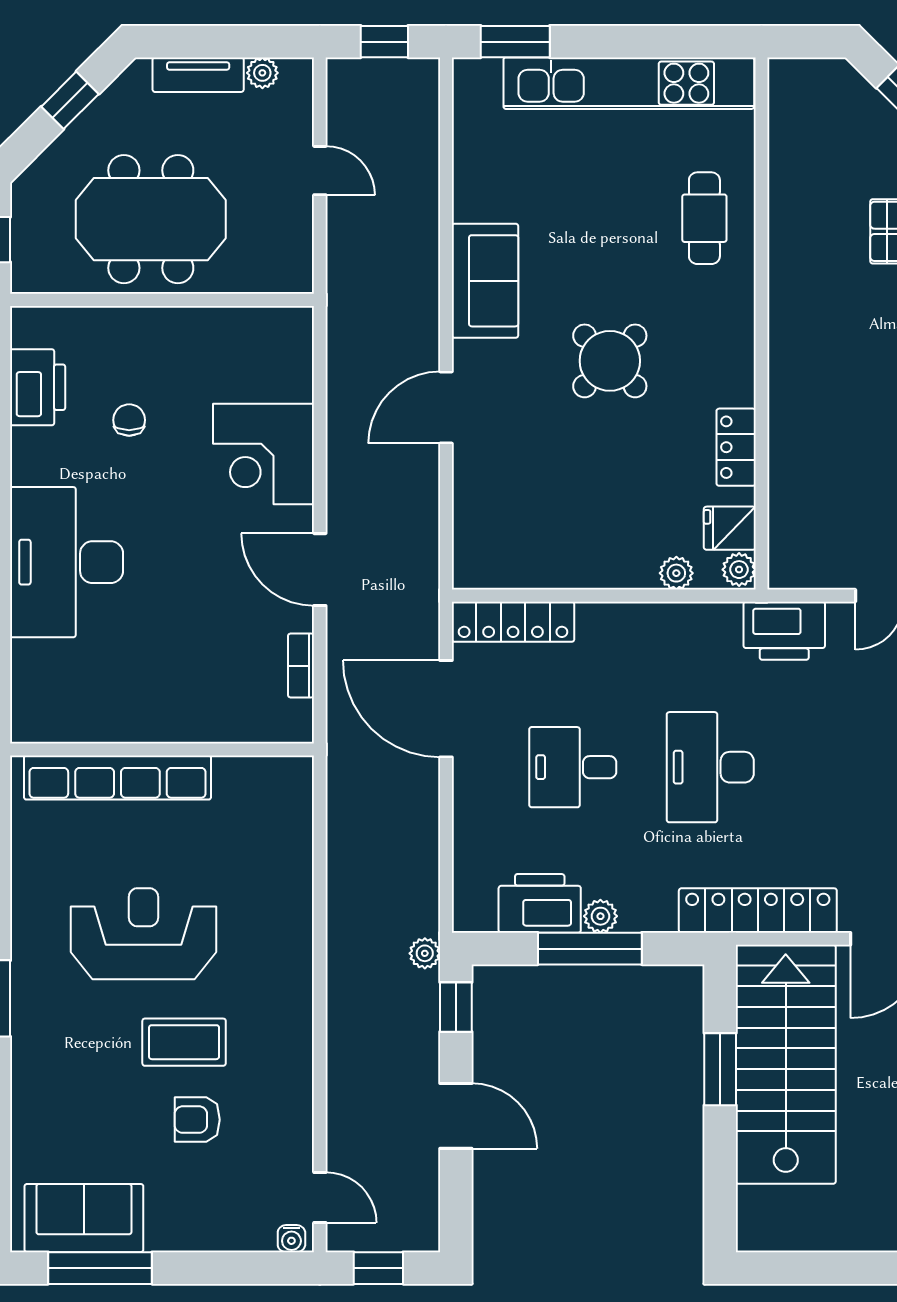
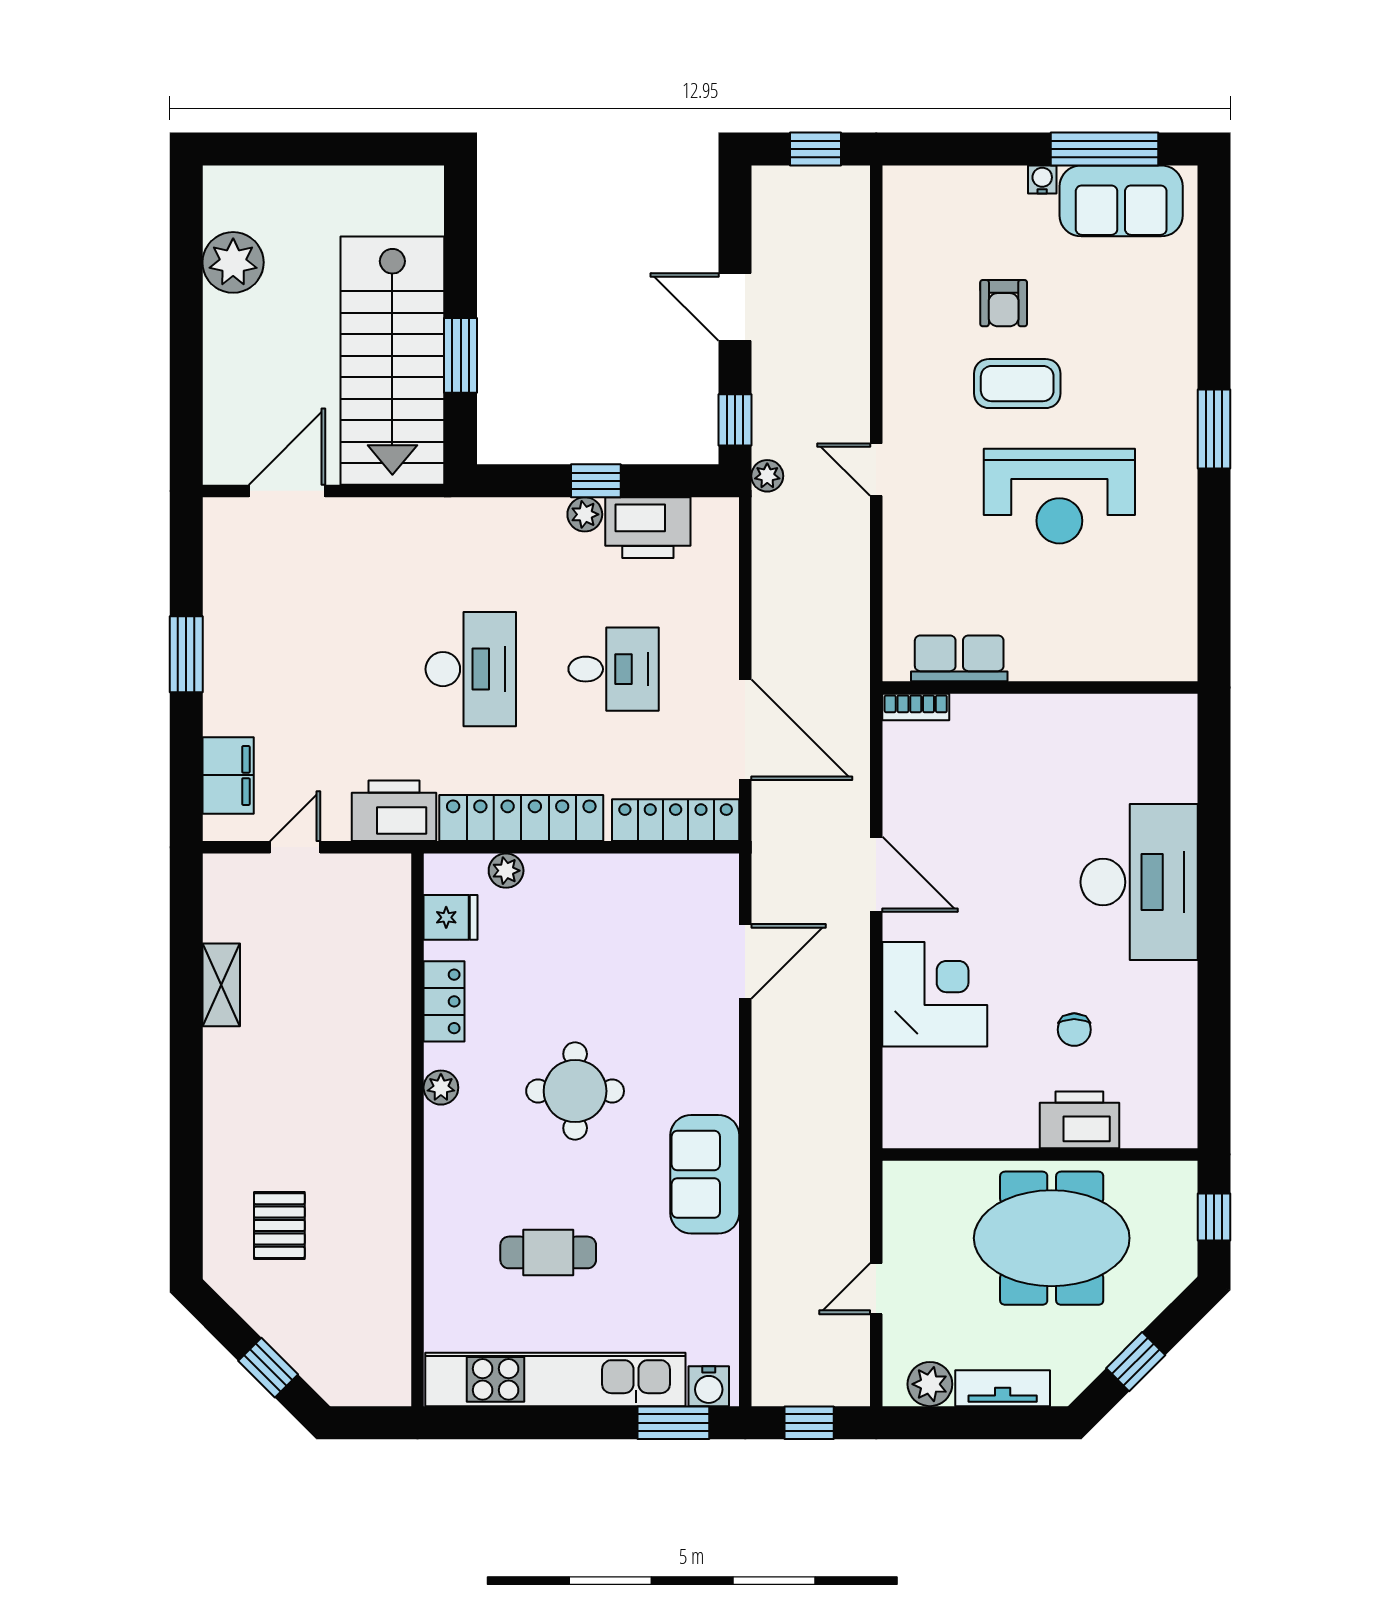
plant: (262, 73) -> (930, 1384), width x1.38, depth x1.38
water cooler: (481, 77) -> (709, 1386), added
door: (320, 171) -> (876, 1289), hinge flipped
cafe table: (704, 218) -> (548, 1252), moved, turned 90
round table: (610, 361) -> (575, 1091), turned 45
printer: (38, 387) -> (1079, 1120), moved, turned 90
door: (446, 408) -> (745, 961), moved
plant: (739, 570) -> (441, 1088), moved
bookcase: (301, 666) -> (916, 707), moved, turned 90
row of seats: (117, 778) -> (959, 658), moved, width x0.50
locker: (758, 911) -> (521, 818), moved, turned 180
window: (590, 949) -> (596, 481), width x0.46
armchair: (197, 1120) -> (1004, 303), turned 90
door: (320, 1197) -> (876, 470), moved
water cooler: (291, 1239) -> (1042, 180), moved

